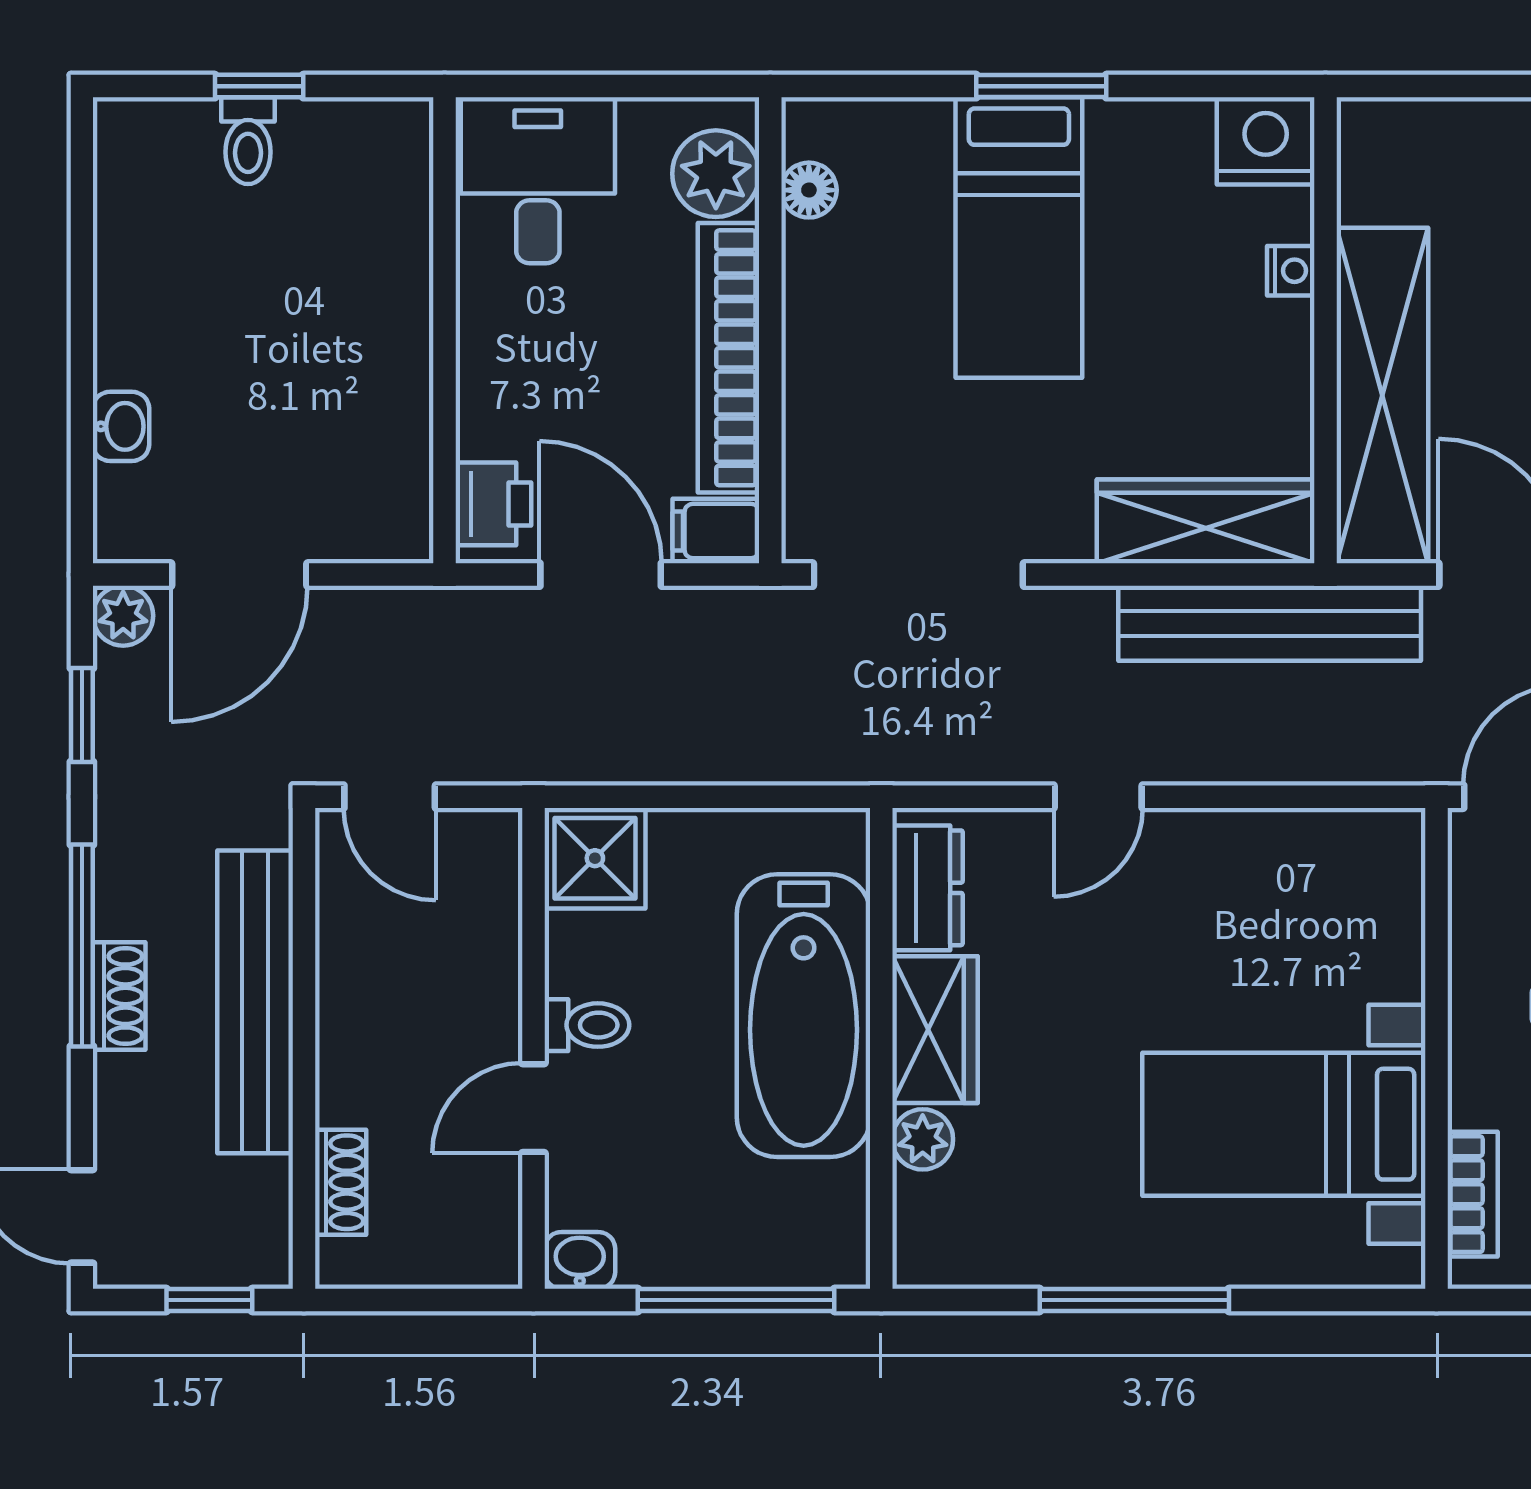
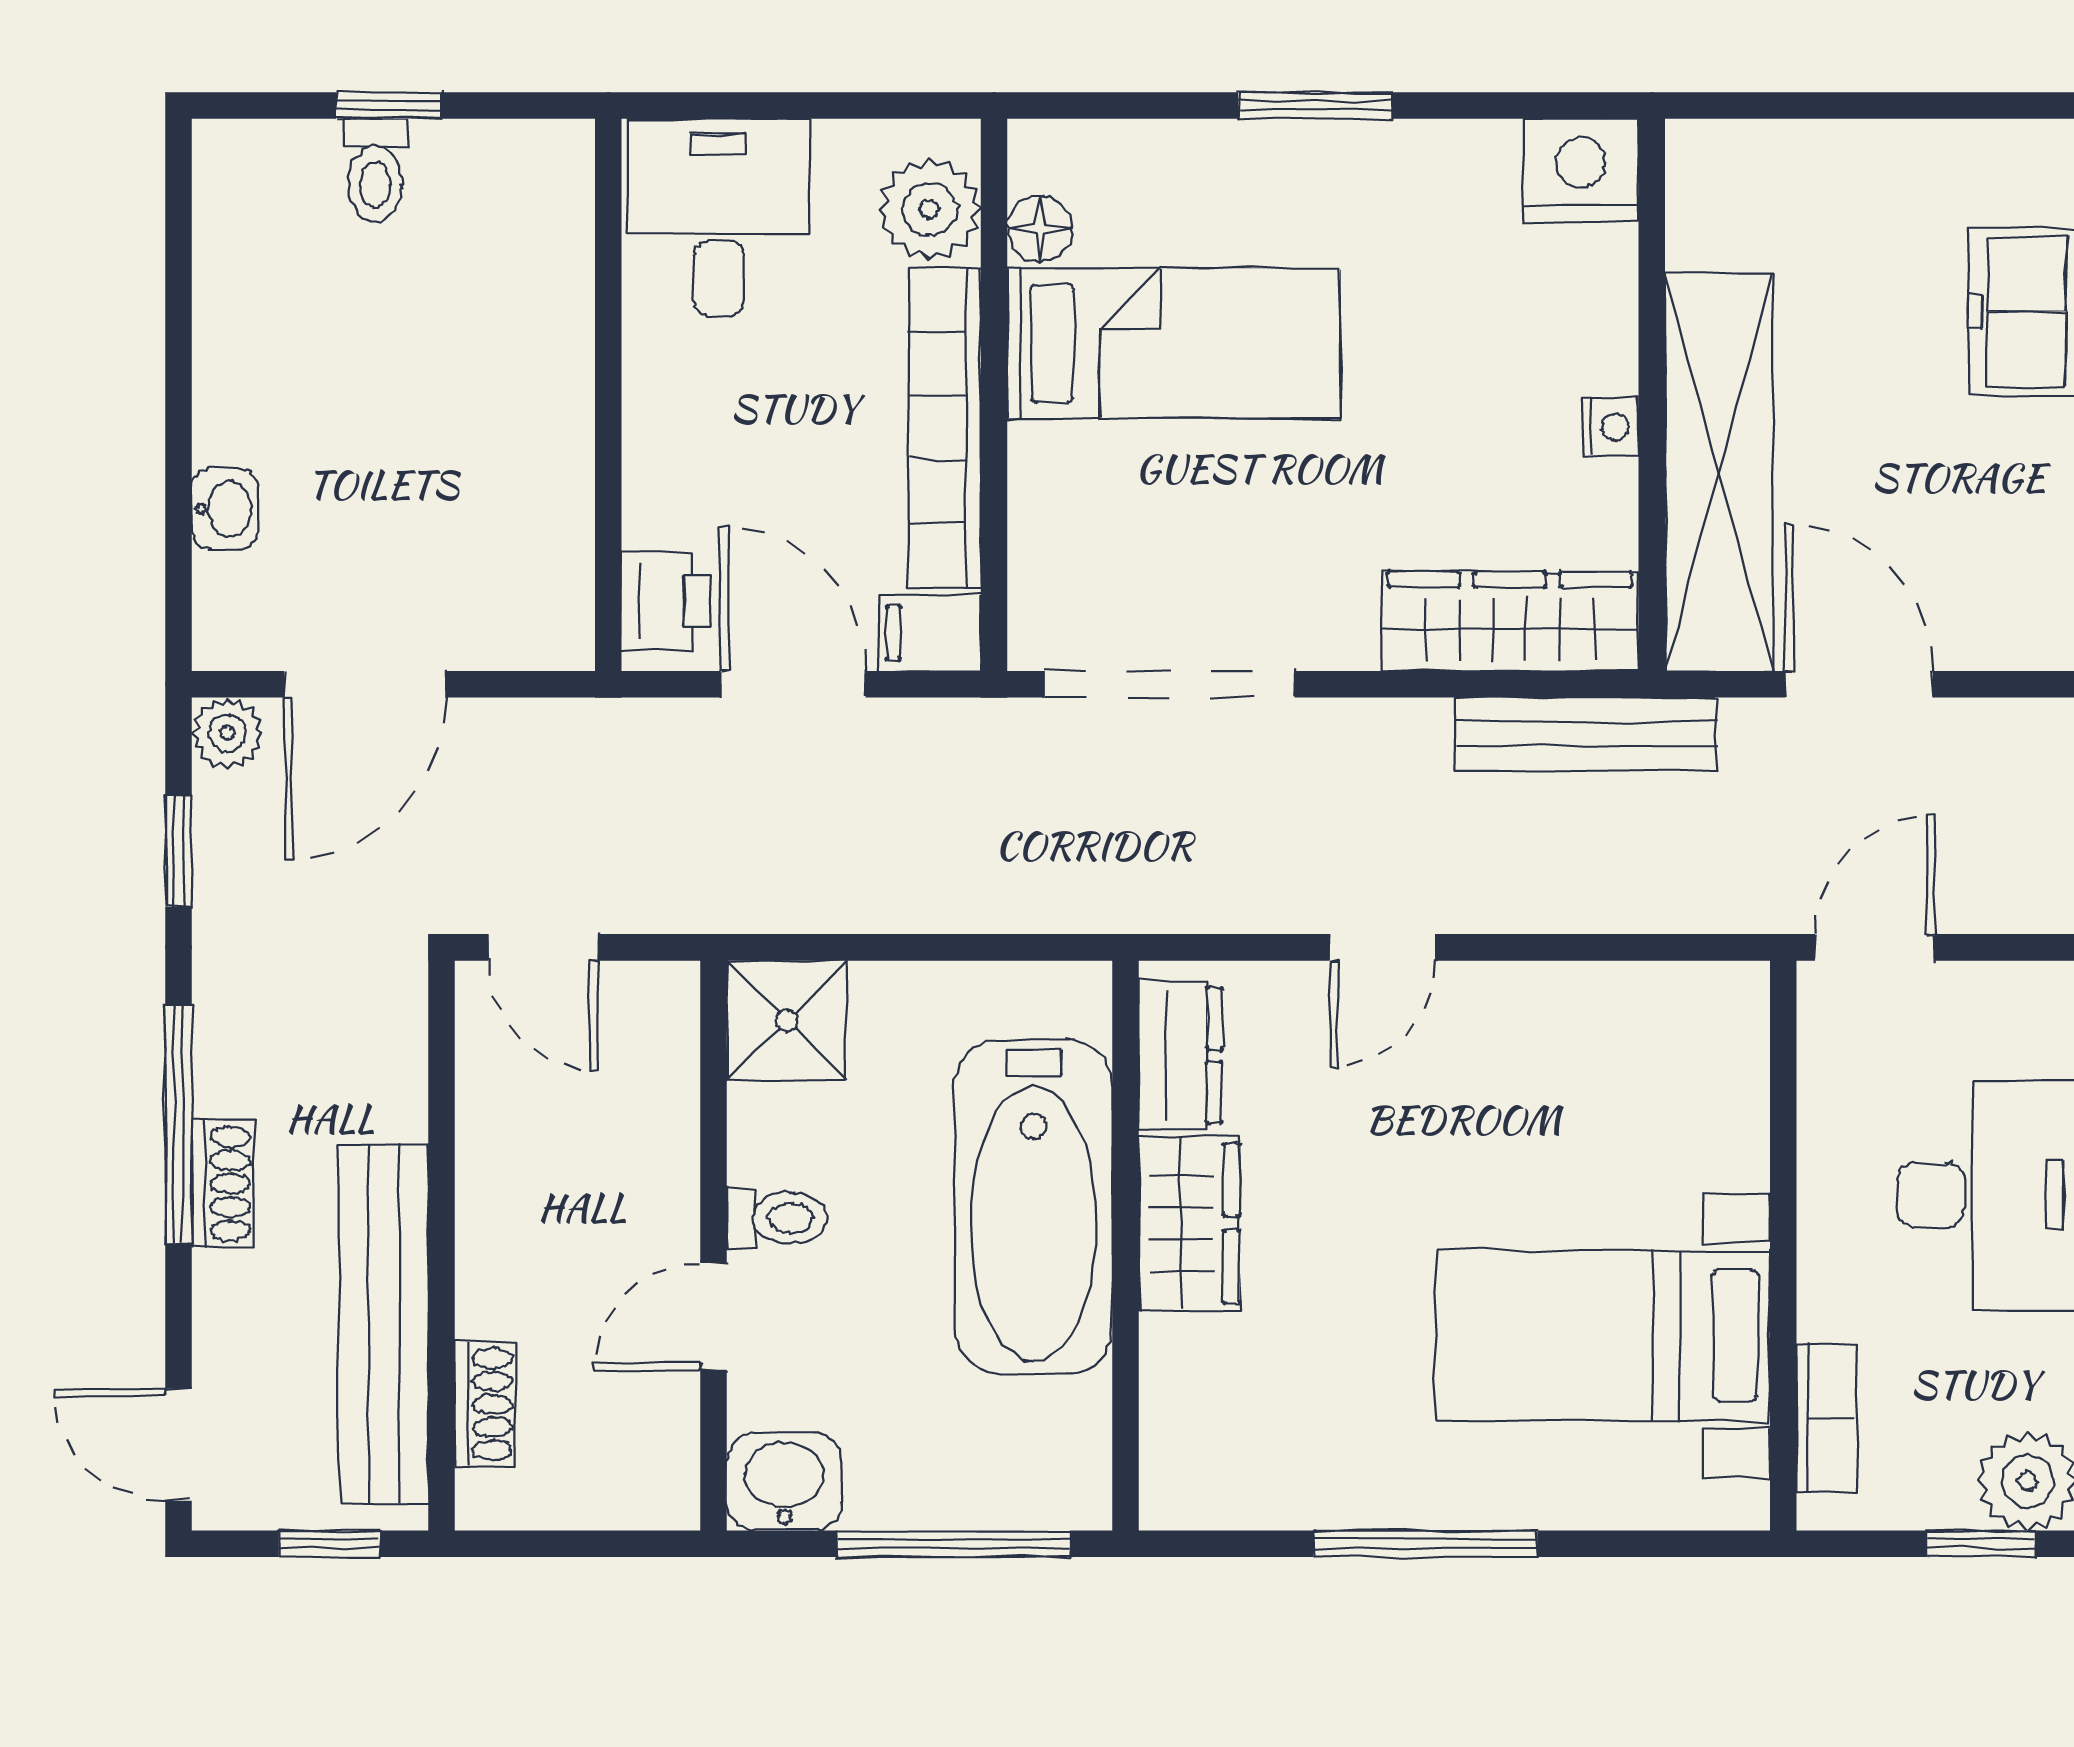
bed: (1019, 238) -> (1174, 343), moved, turned -90
nightstand: (1291, 271) -> (1611, 427), moved
bench: (1270, 623) -> (1586, 734), width x0.73, depth x0.82
bench: (255, 1002) -> (384, 1324), moved
plant: (923, 1139) -> (1175, 1353), removed
washbasin: (580, 1260) -> (784, 1482), width x1.38, depth x1.45

